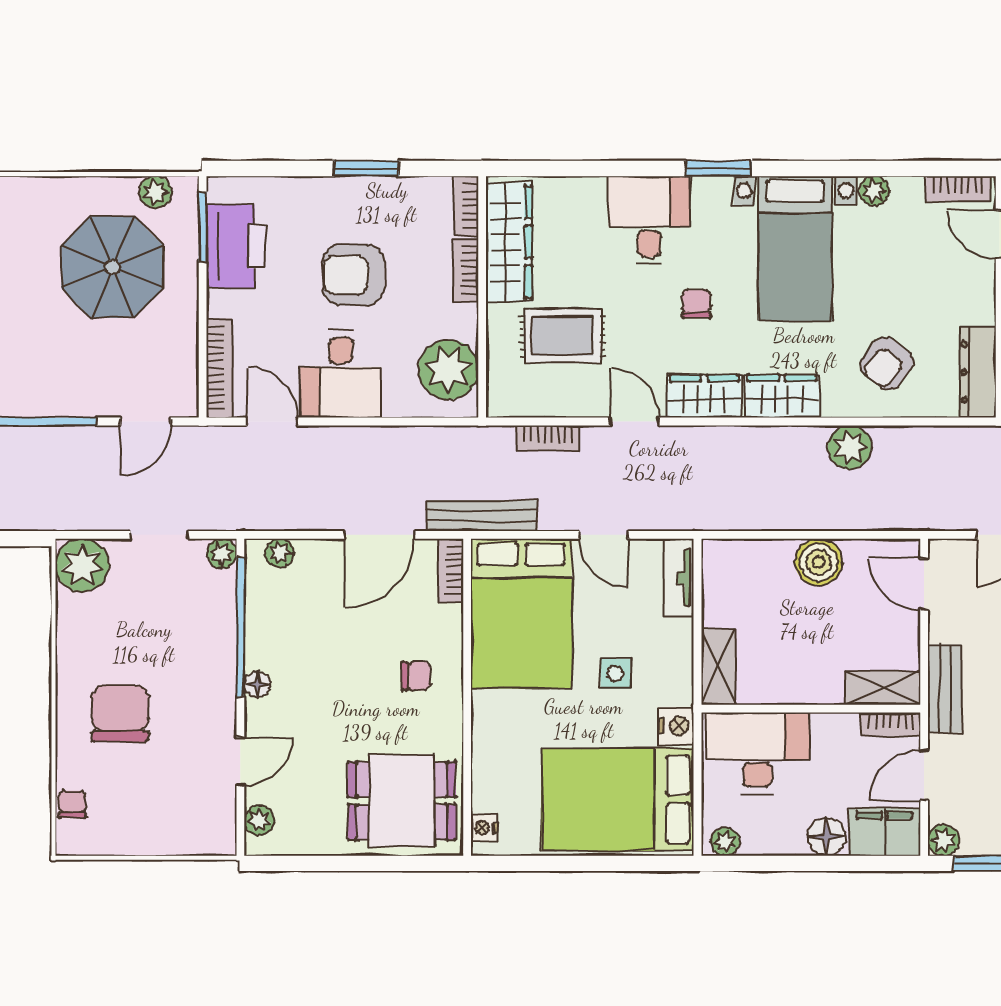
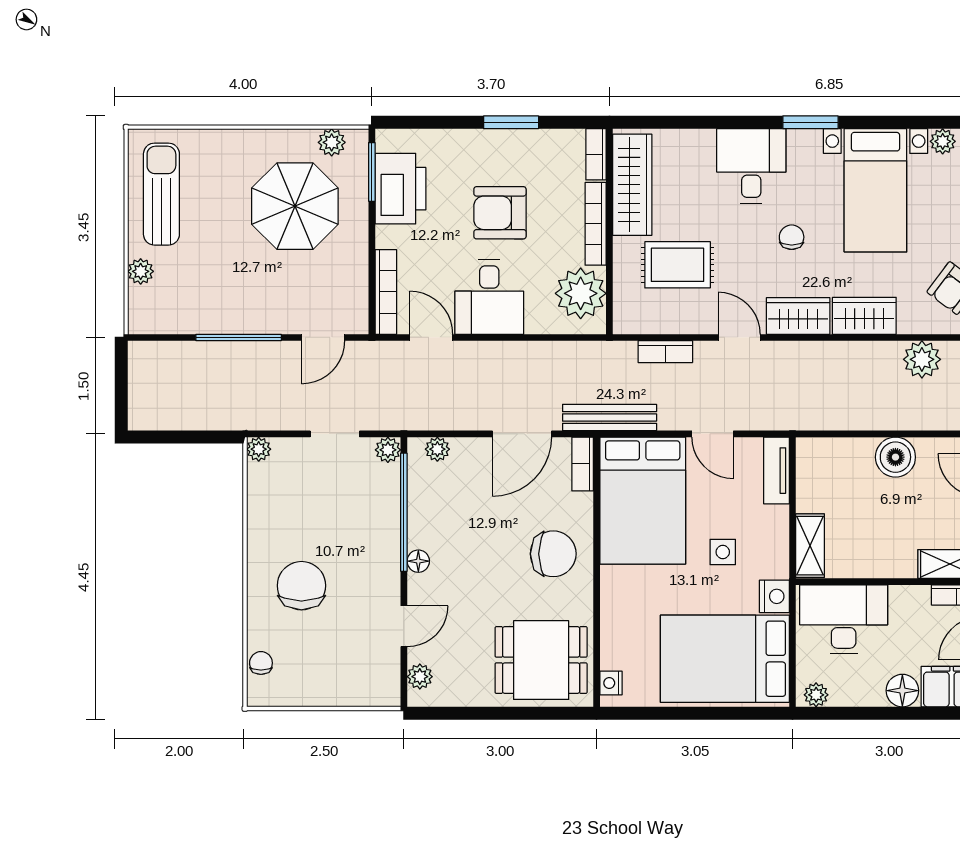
bookcase: (466, 270) -> (596, 224), width x1.56
plant: (82, 565) -> (259, 449), width x0.53, depth x0.53
chair: (416, 676) -> (553, 554), width x1.87, depth x1.87

